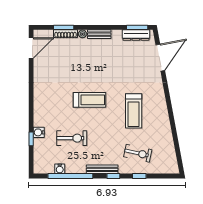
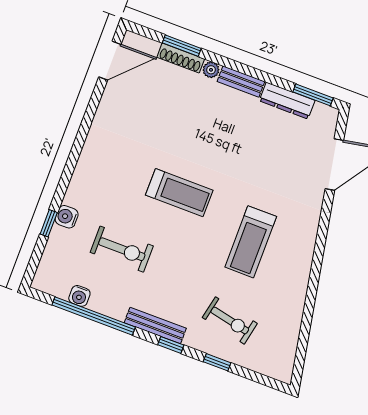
dresser: (136, 35) -> (287, 101), moved

